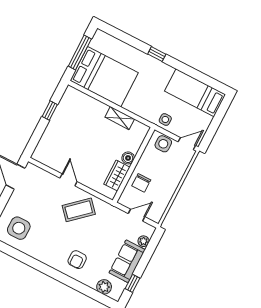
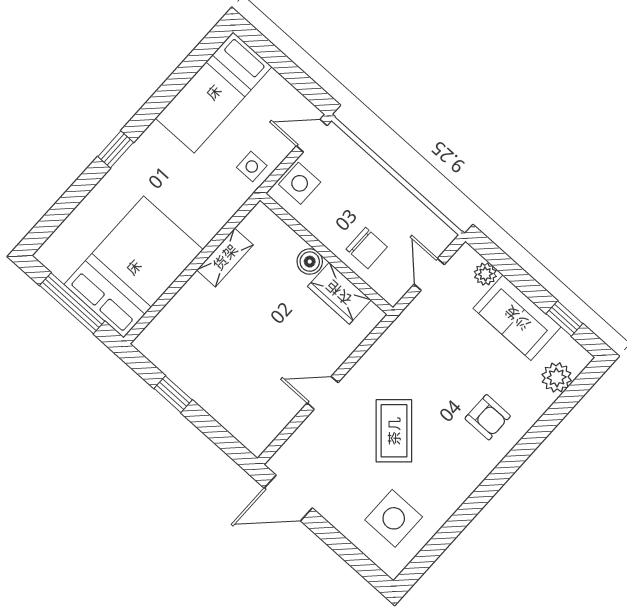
door: (187, 144) -> (312, 136), hinge flipped
coffee table: (79, 210) -> (394, 431), moved

